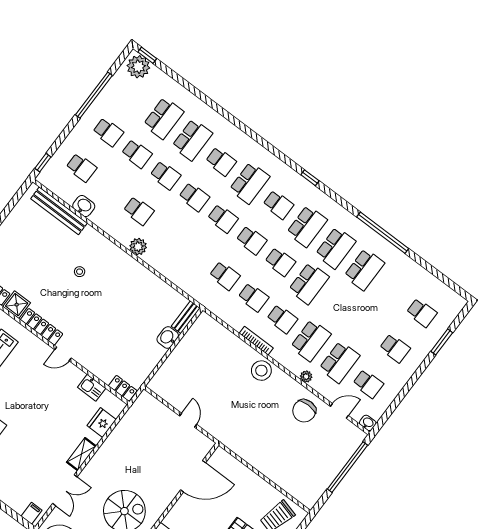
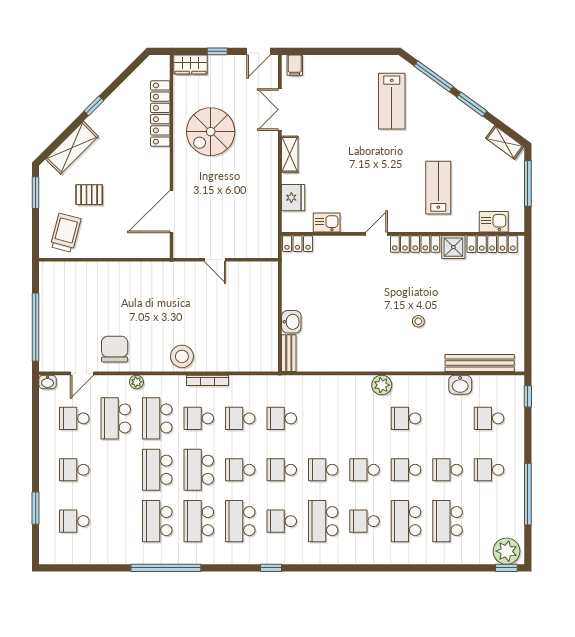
school desk: (338, 305) -> (157, 470), added

